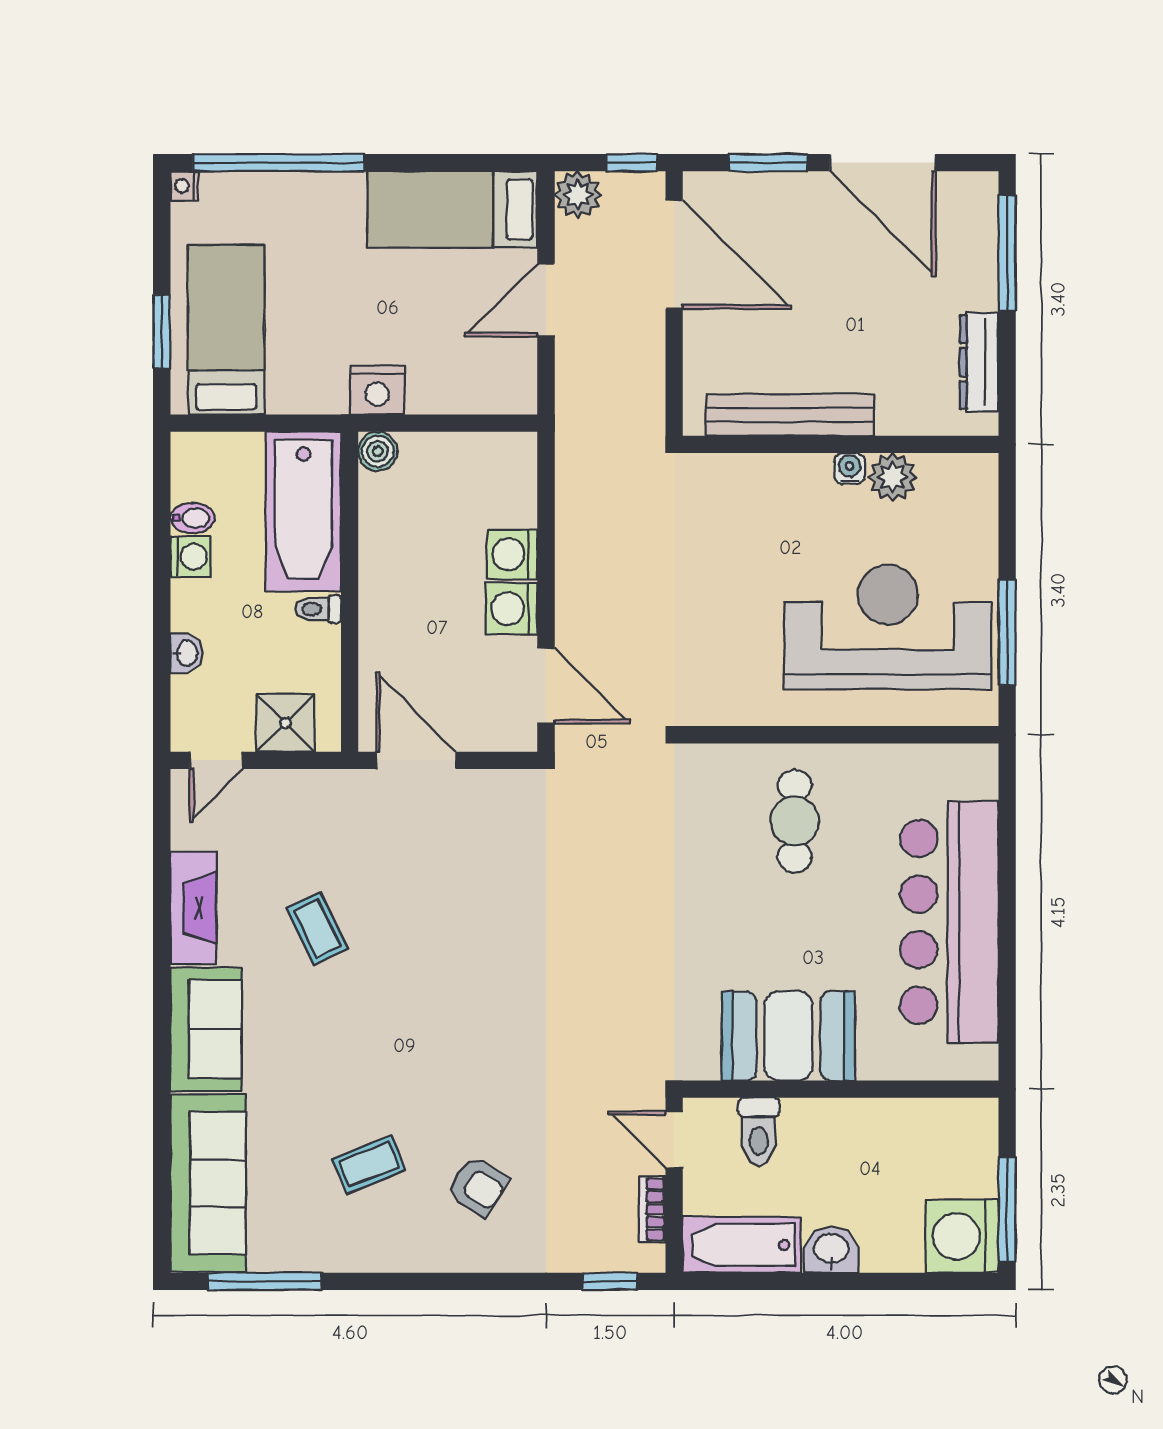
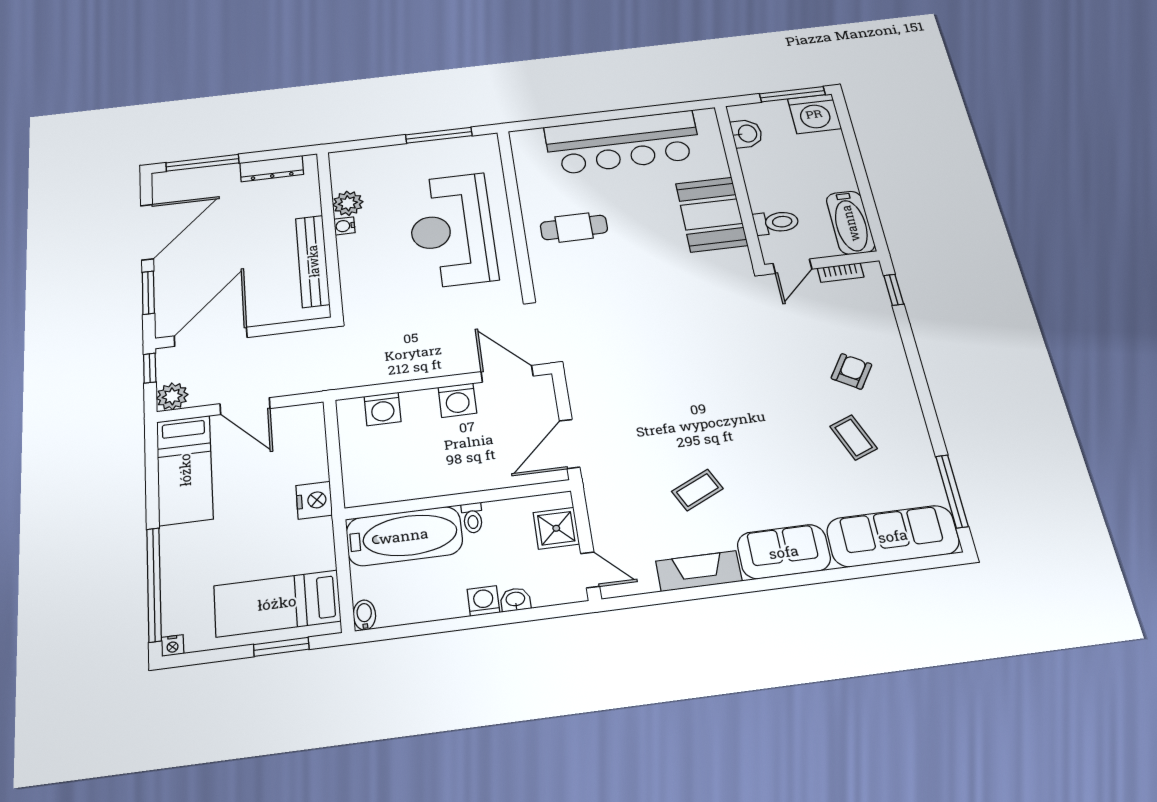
boiler: (378, 451) -> (357, 495), removed
bidet: (192, 518) -> (364, 615), moved
washing machine: (512, 554) -> (383, 409), moved
washing machine: (190, 557) -> (483, 601), moved
reception desk: (888, 627) -> (452, 230), moved
door: (546, 686) -> (507, 374), hinge flipped
washbasin: (831, 1250) -> (747, 134), moved, turned 180

